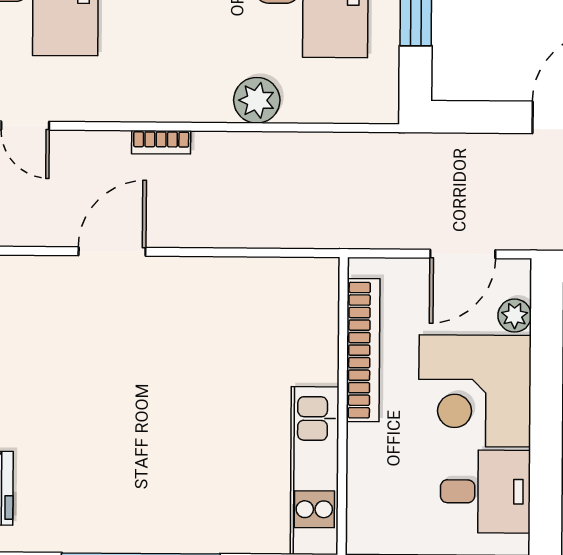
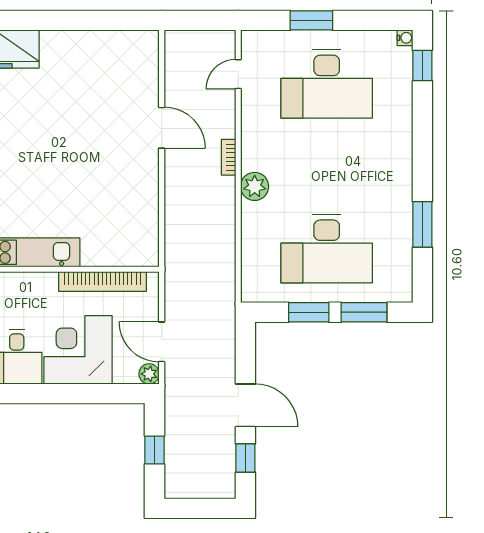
plant: (257, 100) -> (255, 186), moved
plant: (515, 316) -> (149, 374), moved

